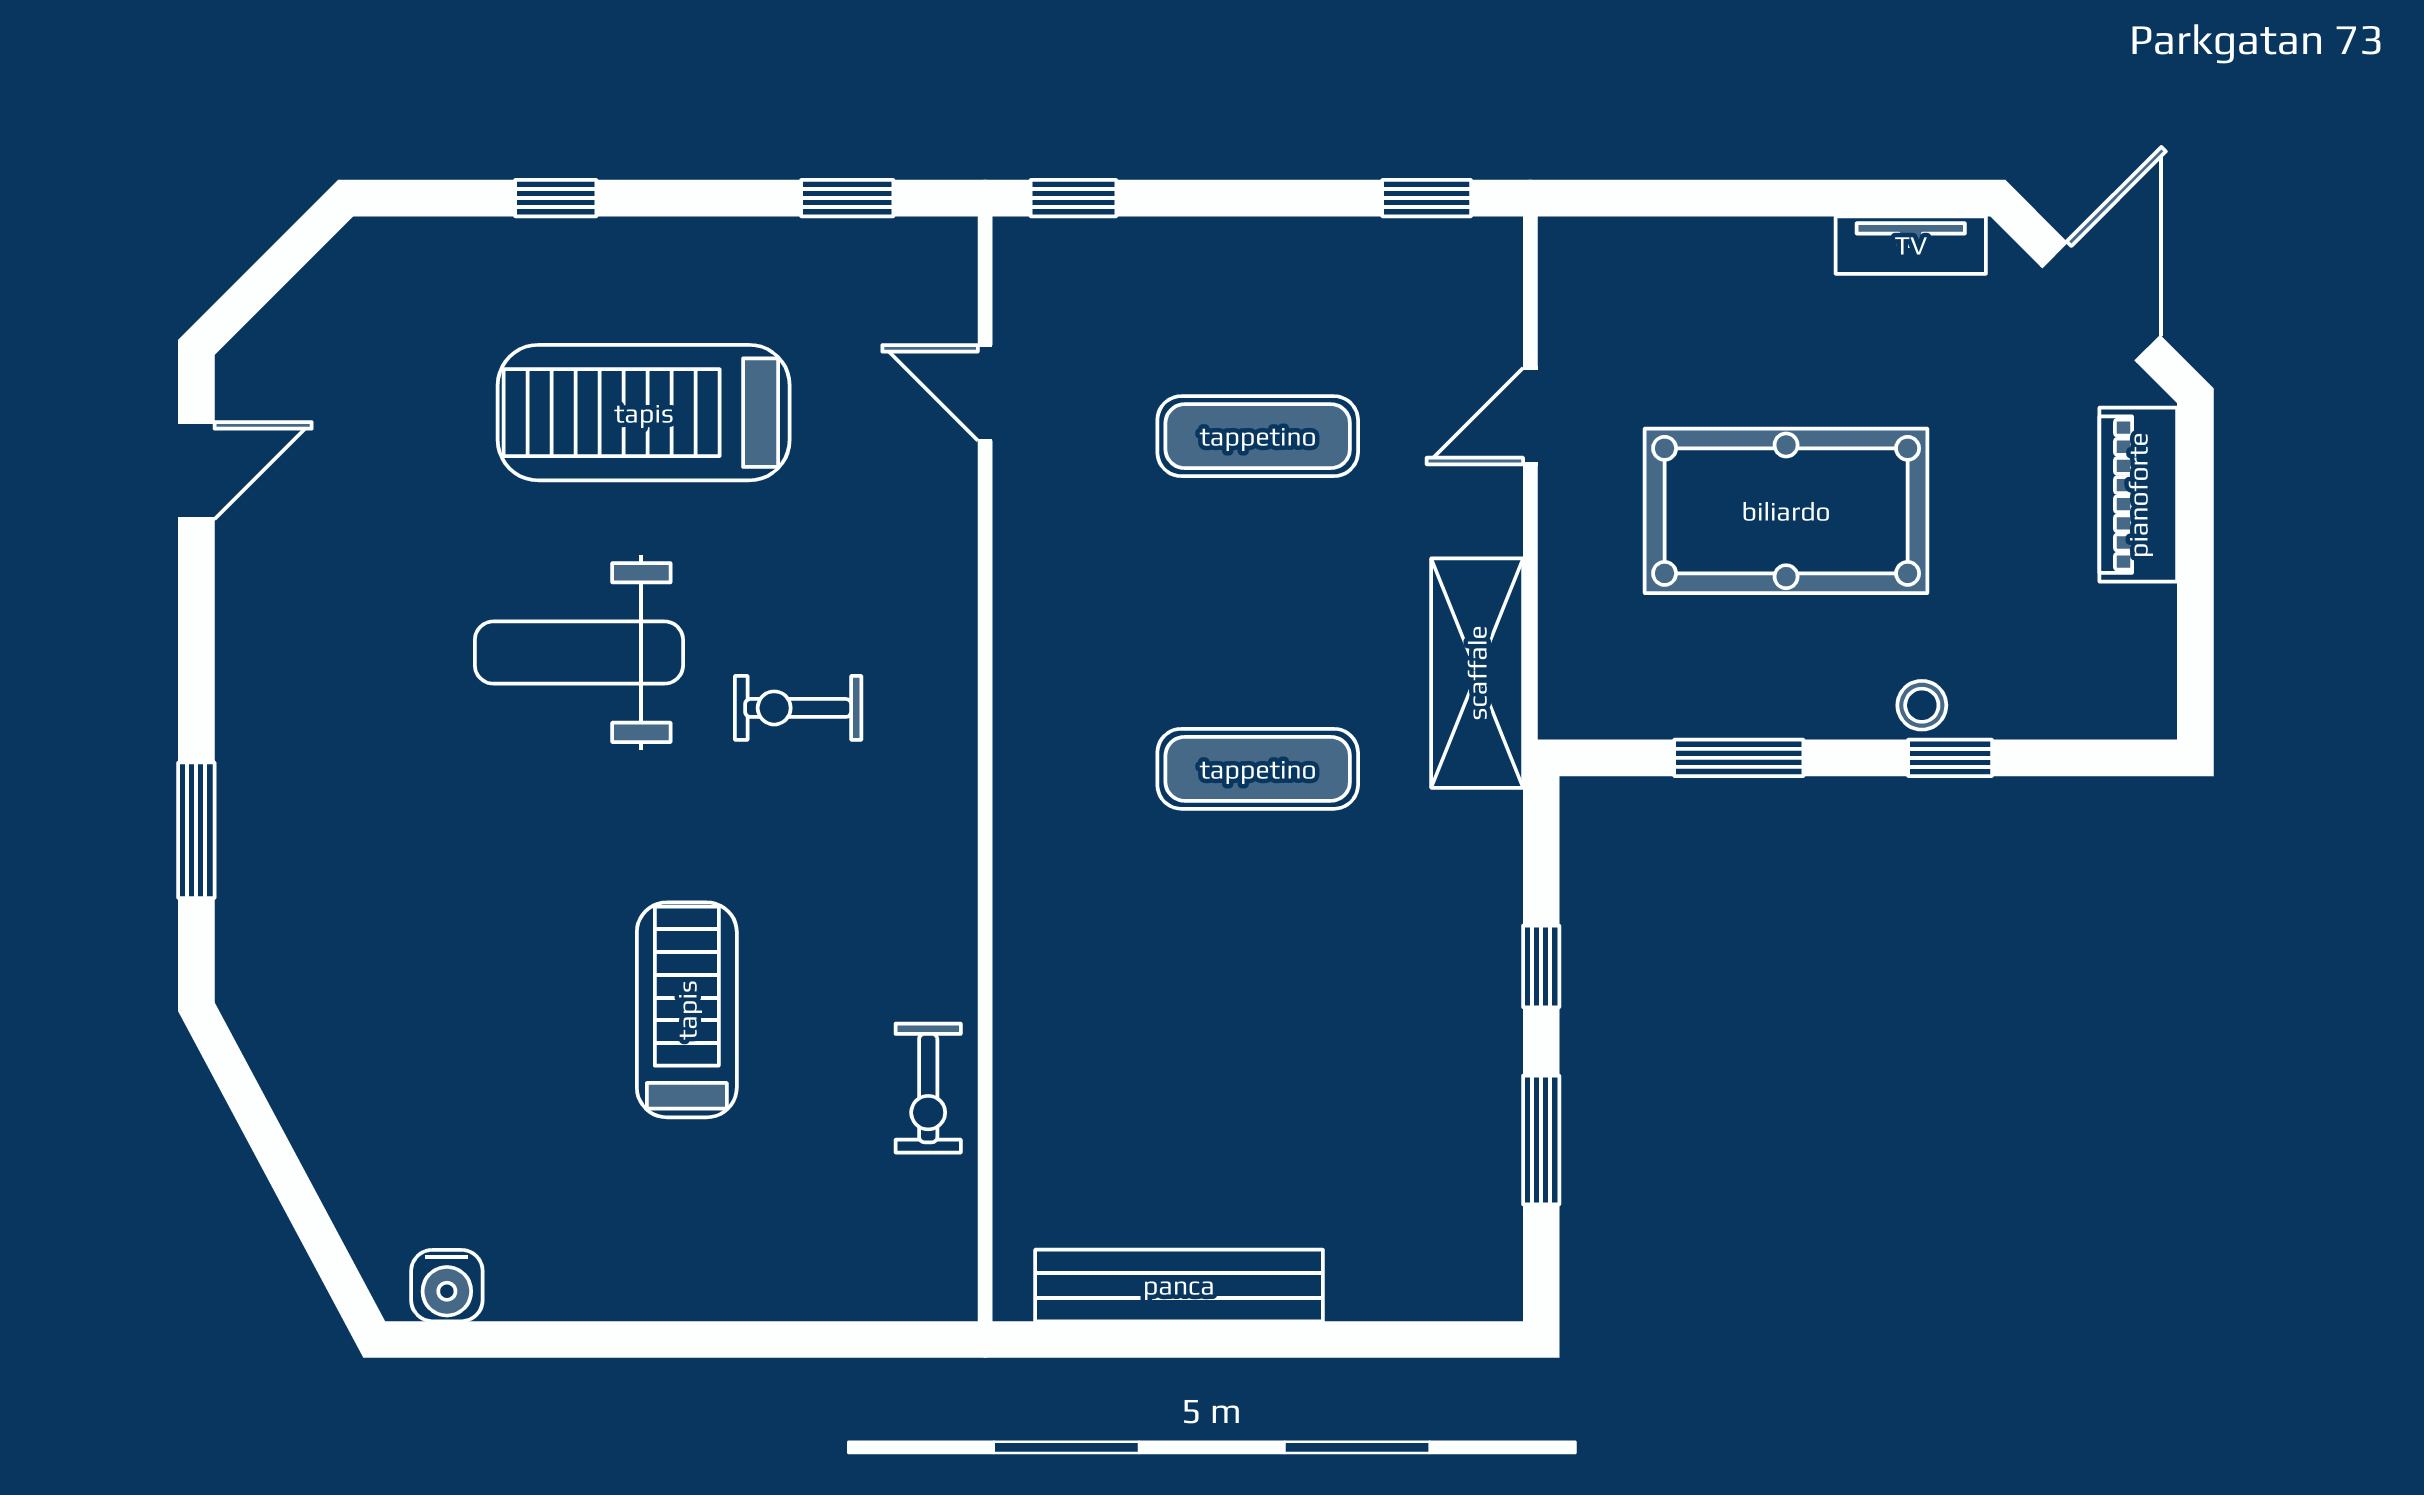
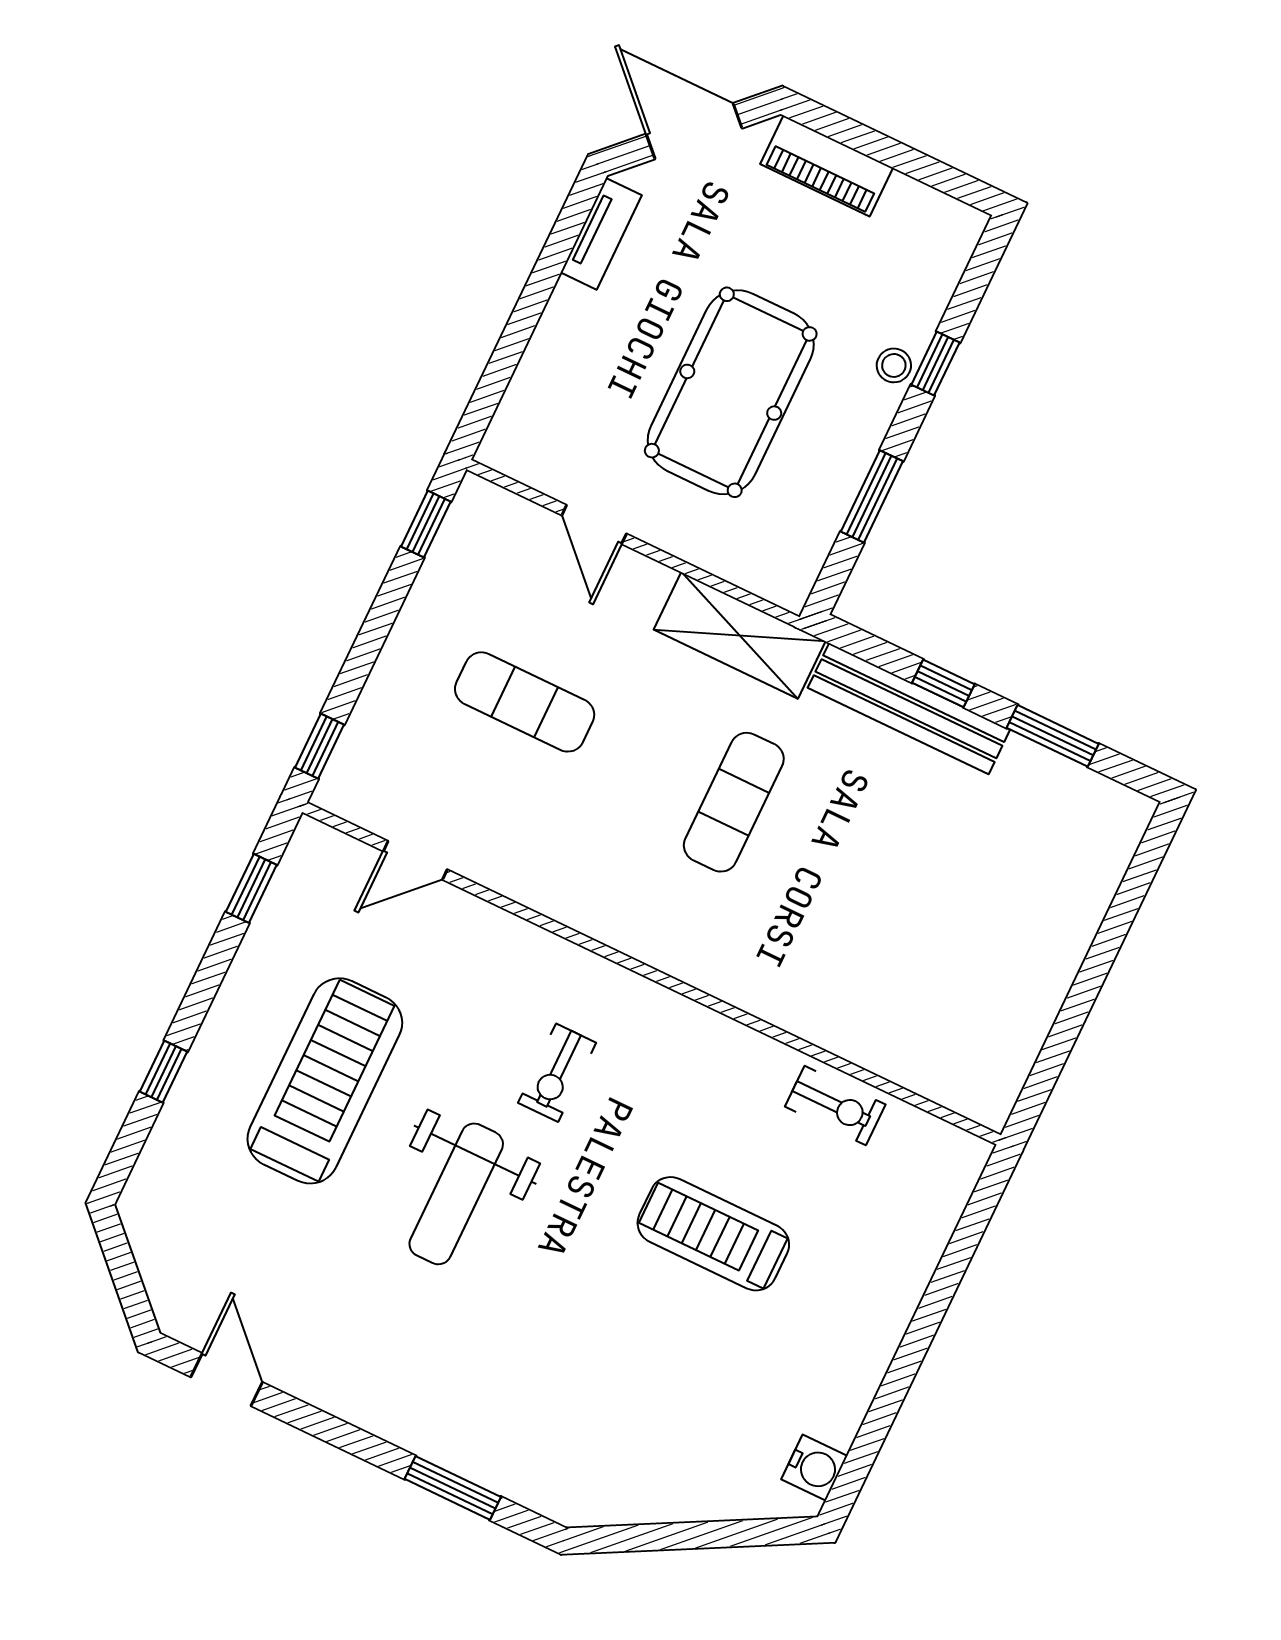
treadmill: (644, 413) -> (325, 1081), turned 180
exercise mat: (1258, 436) -> (525, 702), turned 90
bench: (1179, 1285) -> (909, 709), moved, turned 90

